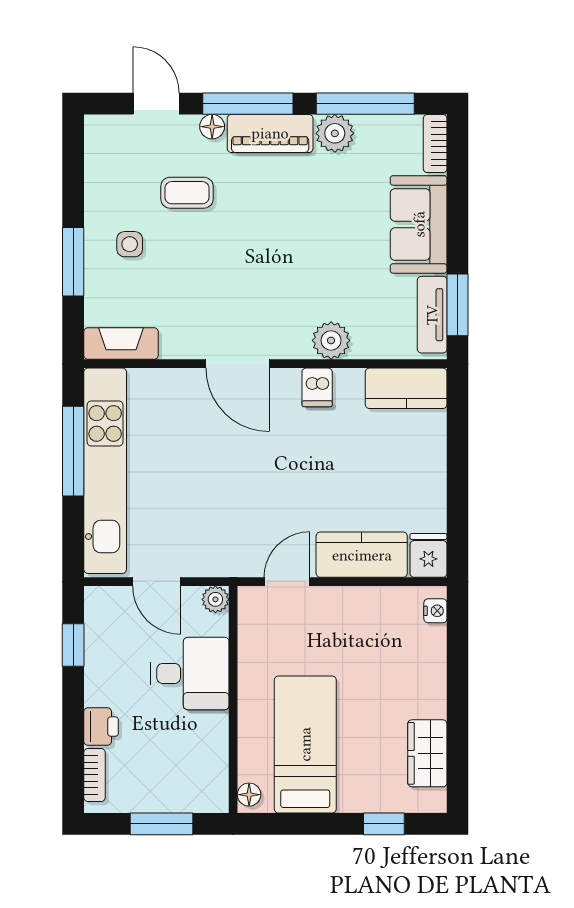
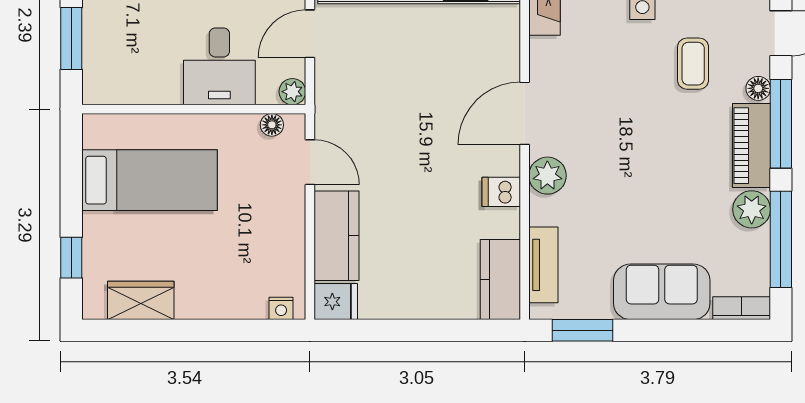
tv unit: (432, 315) -> (543, 265), moved, turned 90
plant: (331, 340) -> (547, 176), moved
floor lamp: (249, 795) -> (272, 125), moved

